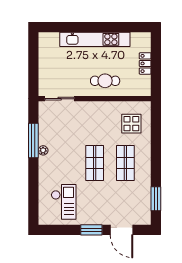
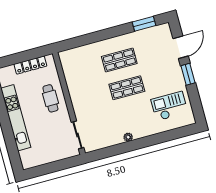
locker: (145, 63) -> (30, 65), width x1.53
display table: (131, 124) -> (82, 64), removed
window: (33, 141) -> (122, 148), removed

